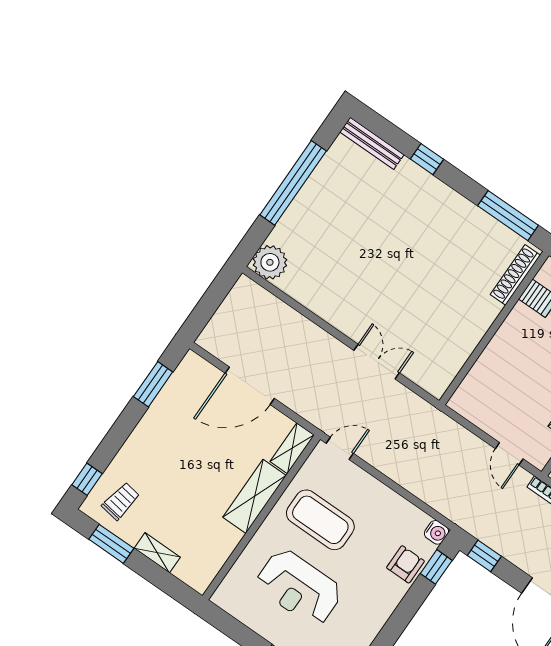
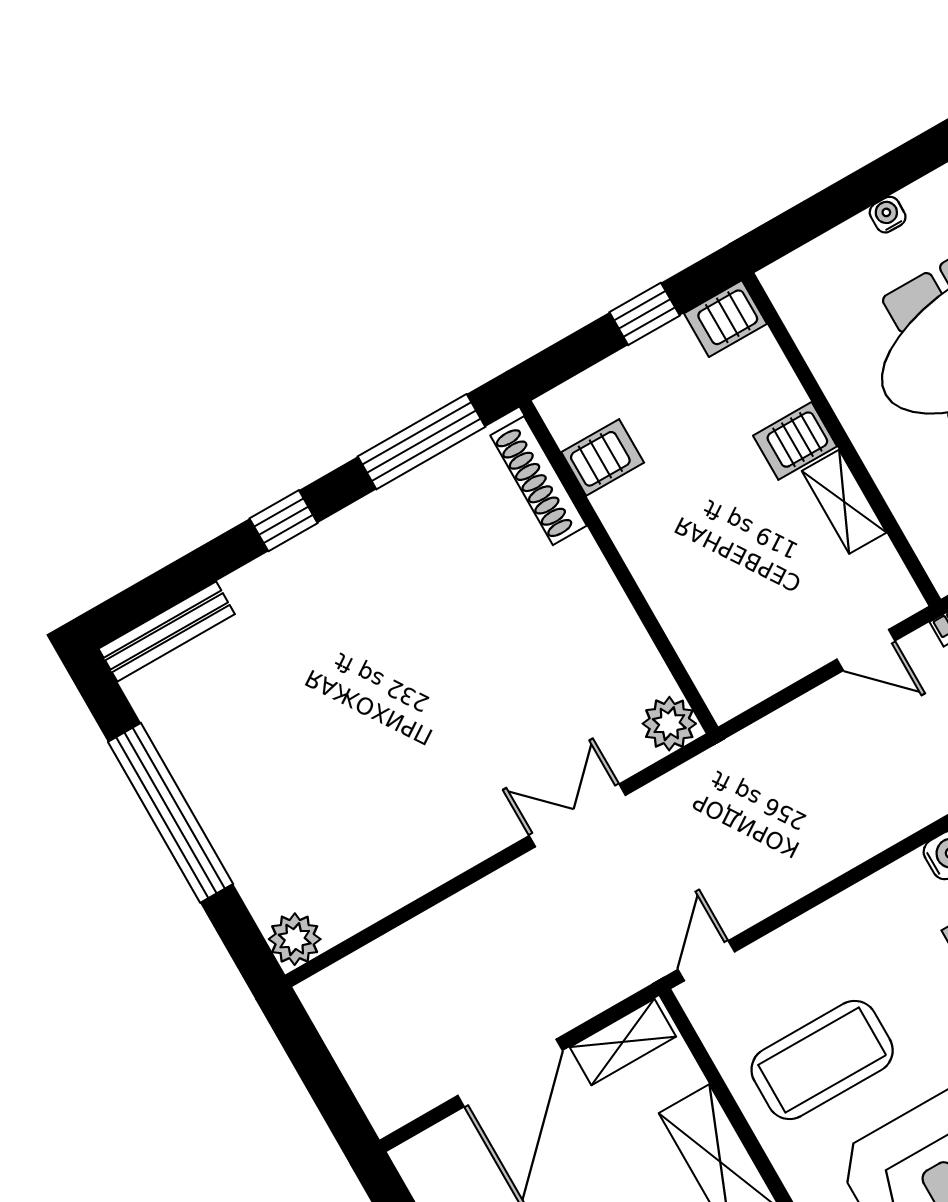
window: (427, 159) -> (284, 521), moved
plant: (270, 262) -> (295, 939), width x0.73, depth x0.73
plant: (436, 383) -> (669, 724), added
shelving: (292, 448) -> (623, 1042), moved, turned 90

